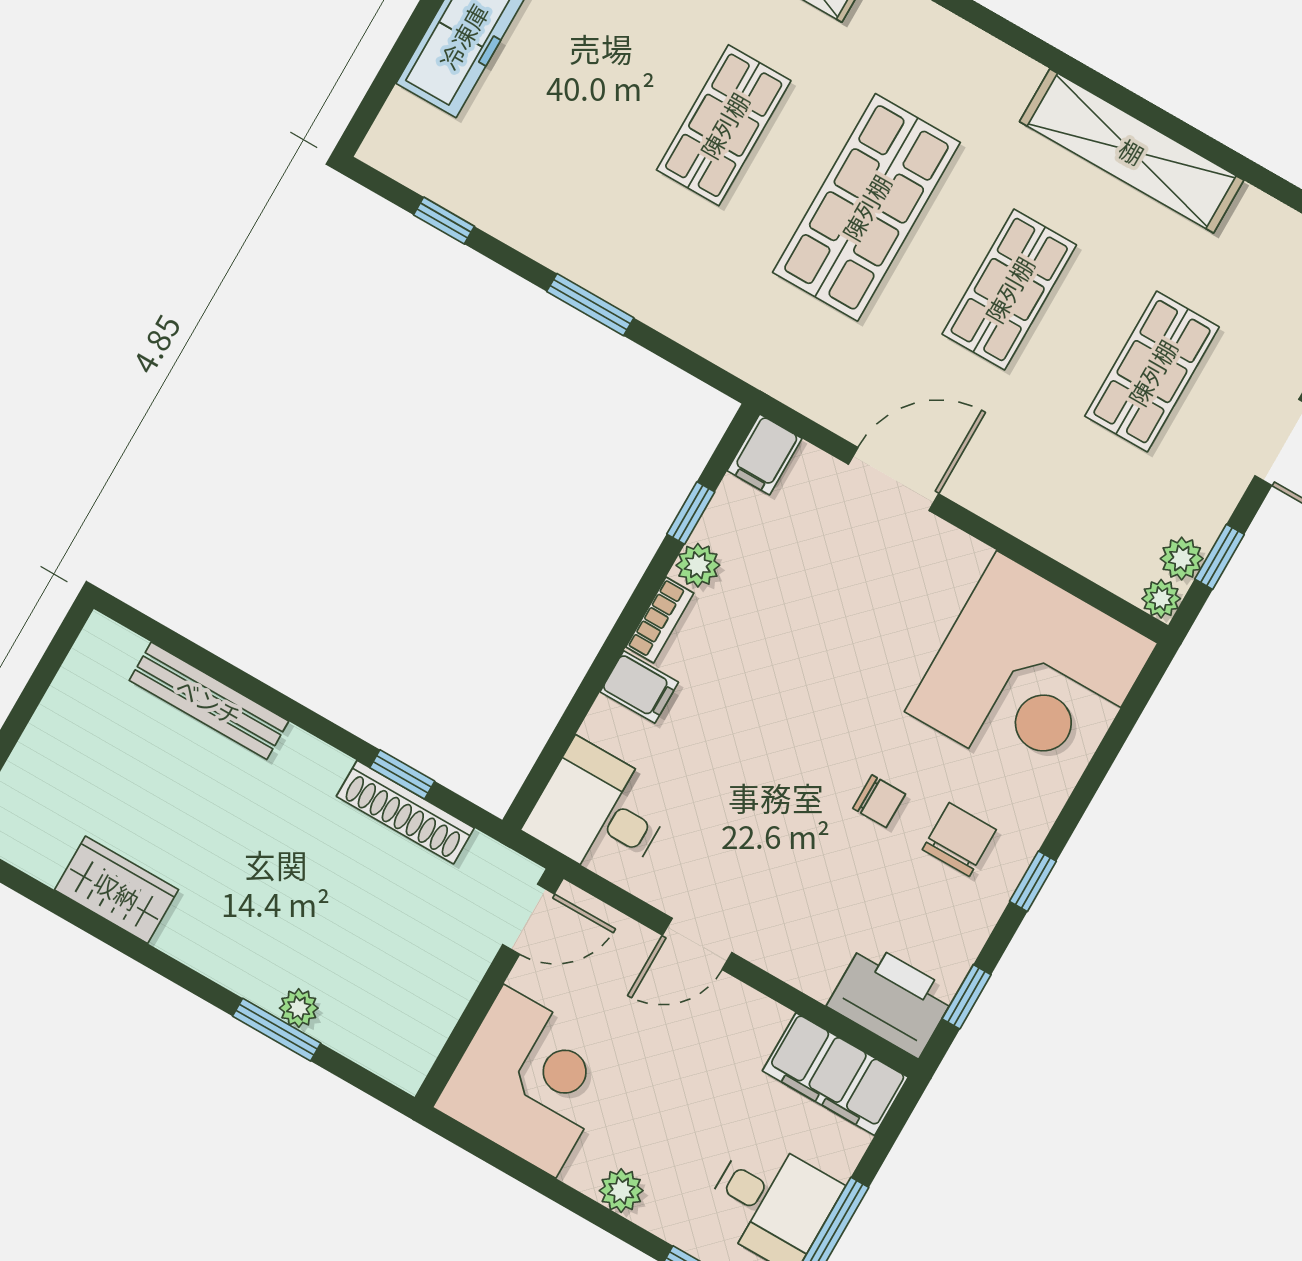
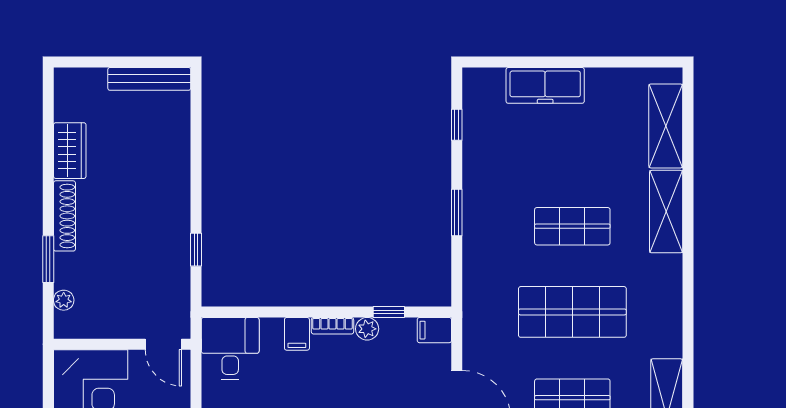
bench: (209, 701) -> (149, 79), moved, turned 90
shoe rack: (405, 812) -> (64, 216), moved, turned 180
plant: (299, 1008) -> (64, 300), moved

